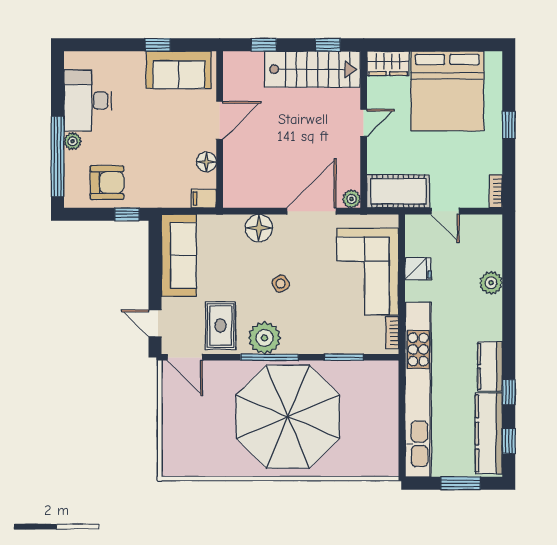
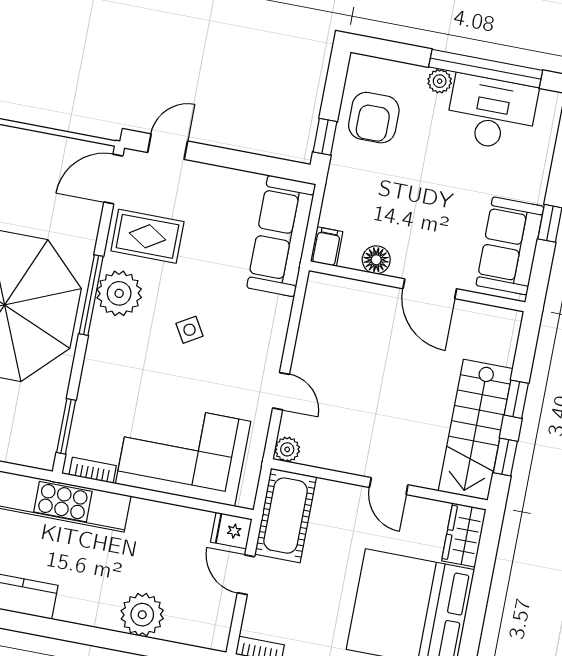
window: (264, 45) -> (516, 399), moved
window: (58, 156) -> (486, 69), moved
door: (311, 211) -> (281, 391), width x0.53
door: (445, 211) -> (246, 575), hinge flipped
floor lamp: (259, 228) -> (272, 314), removed
sofa: (179, 255) -> (281, 236), moved, turned 90
fridge: (418, 269) -> (231, 530), moved, turned 90
plant: (491, 283) -> (142, 615), width x1.36, depth x1.36
window: (344, 357) -> (66, 426), moved

